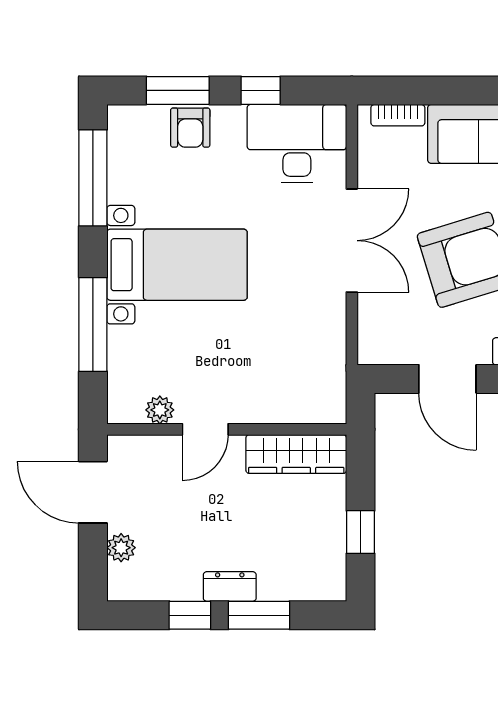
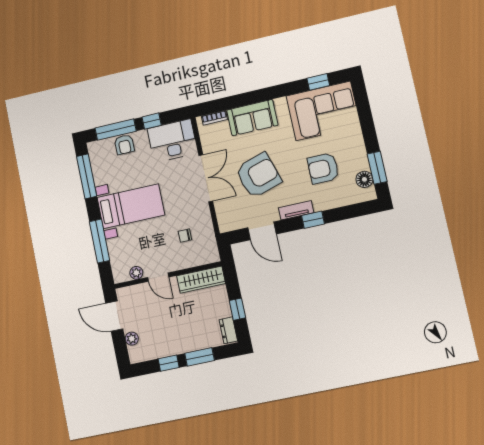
window: (178, 90) -> (116, 130), width x1.44
chair: (281, 353) -> (185, 236), added
door: (205, 429) -> (158, 277), hinge flipped
dresser: (230, 586) -> (228, 330), moved, turned -90

